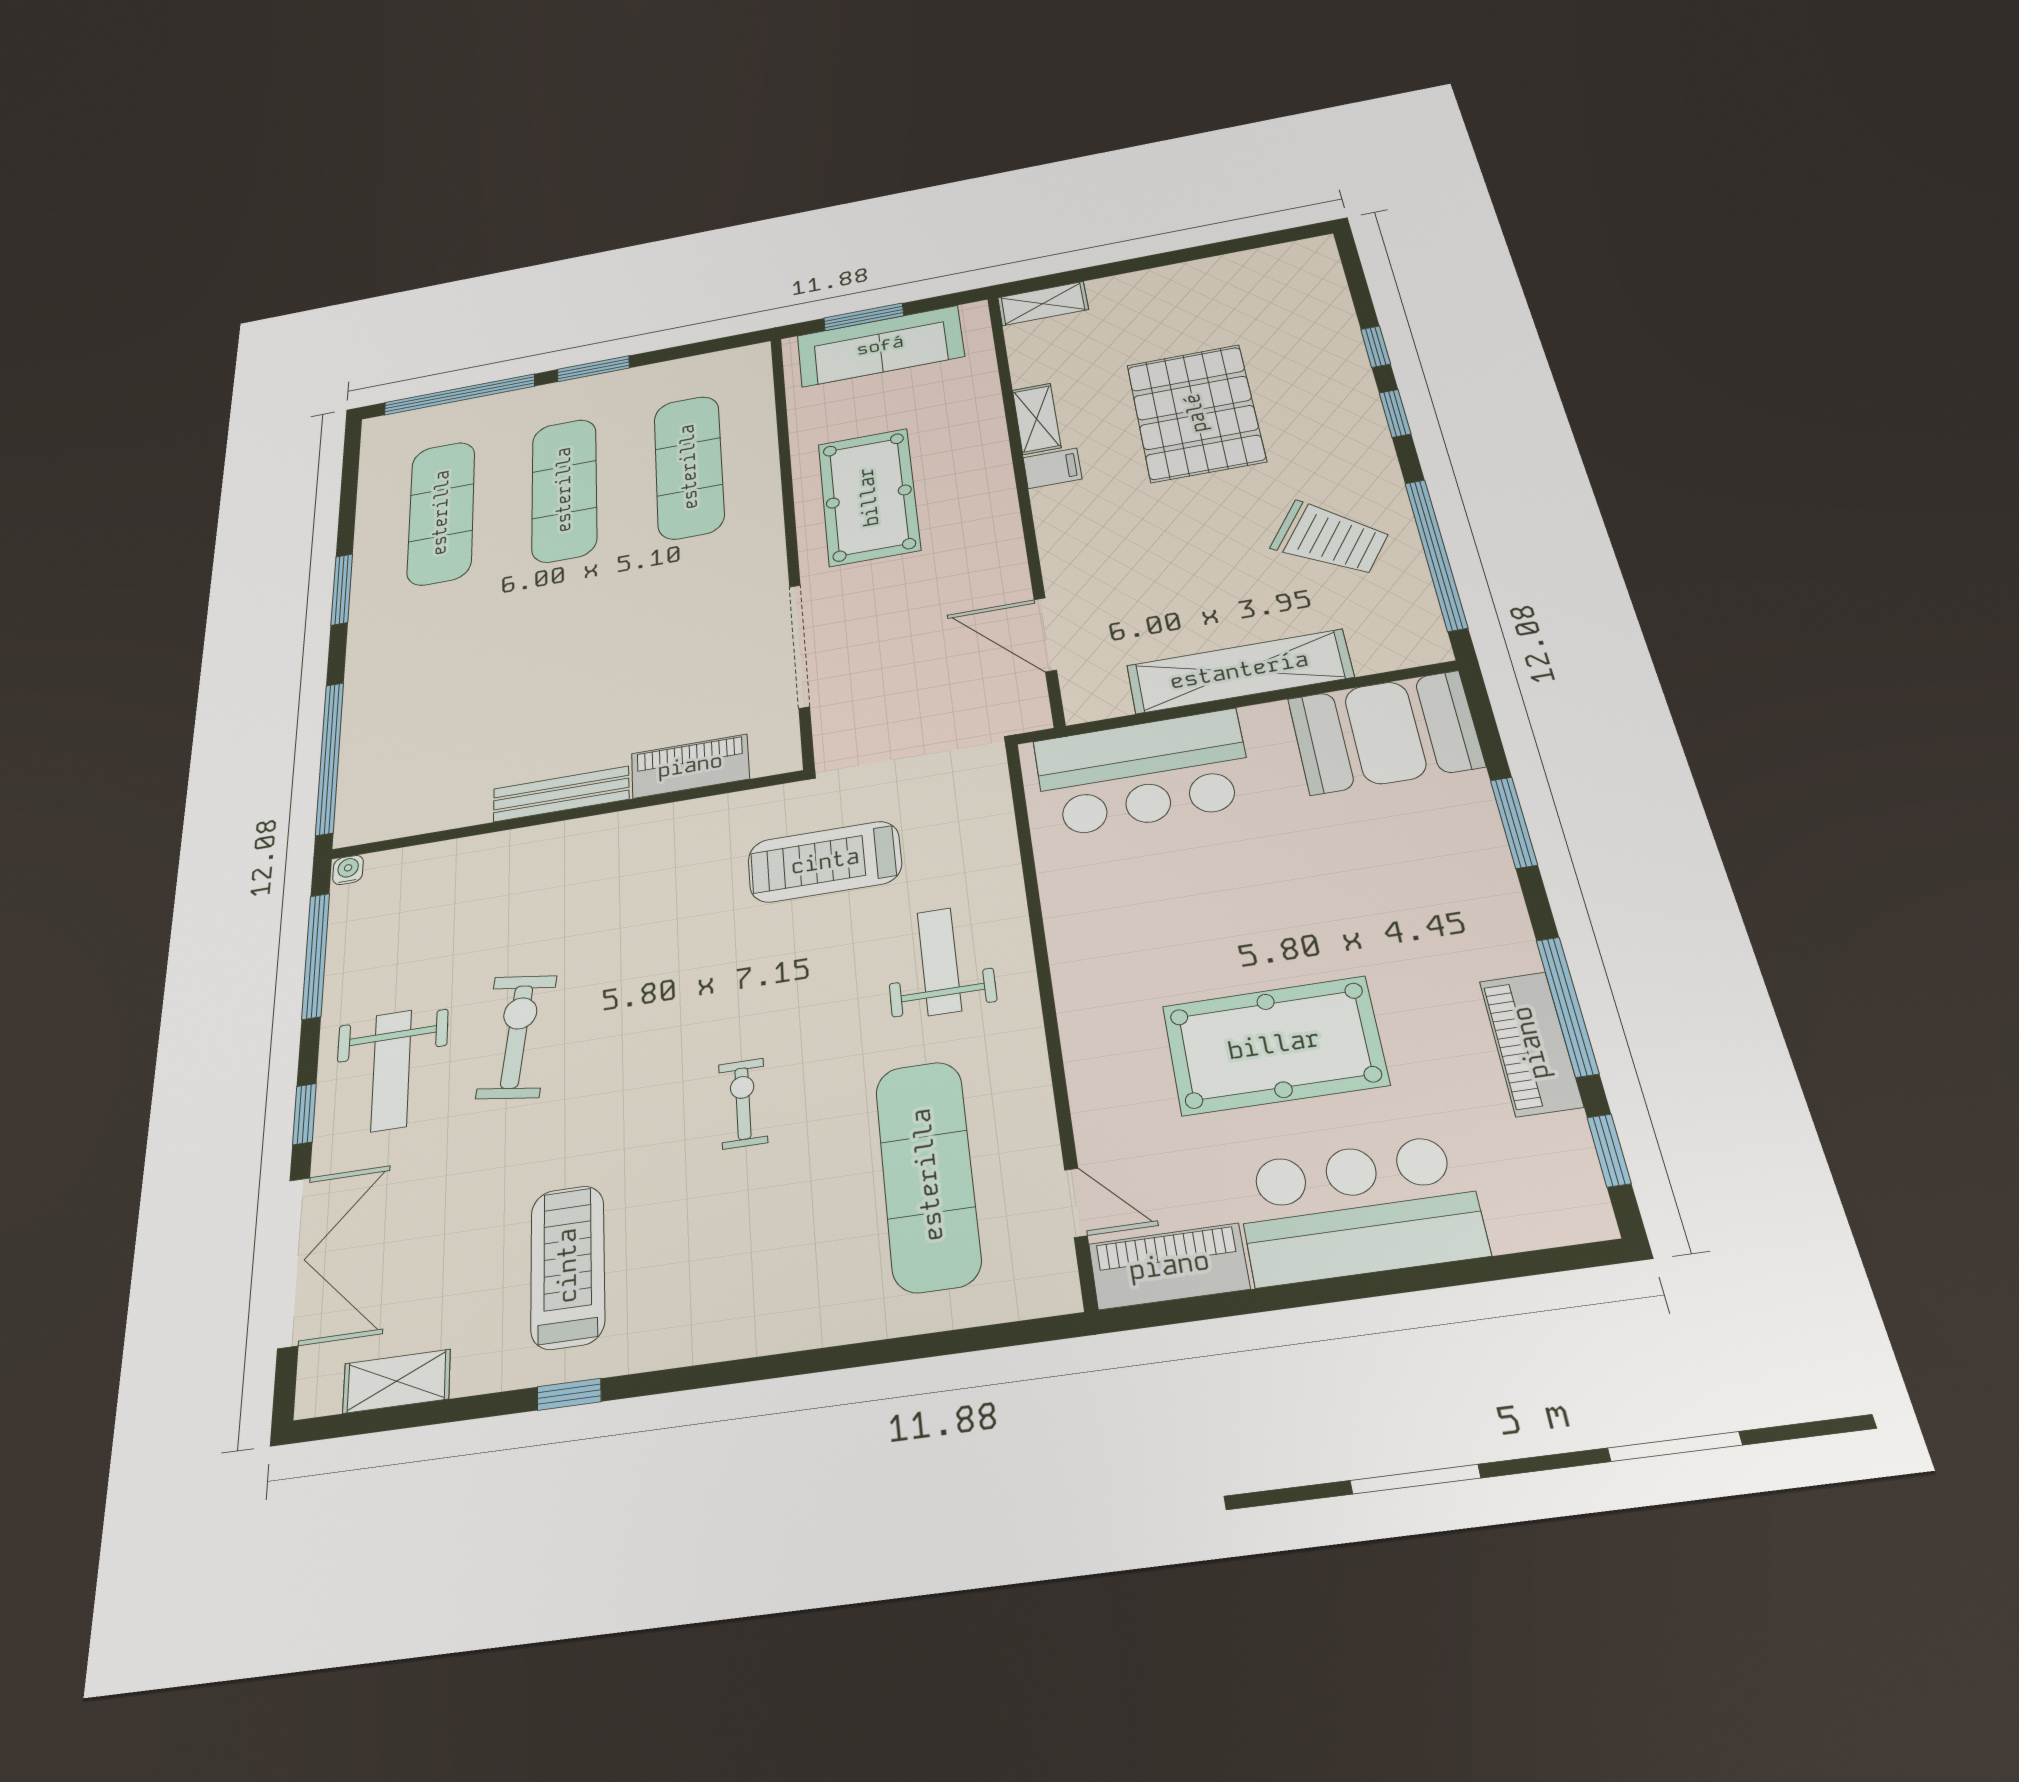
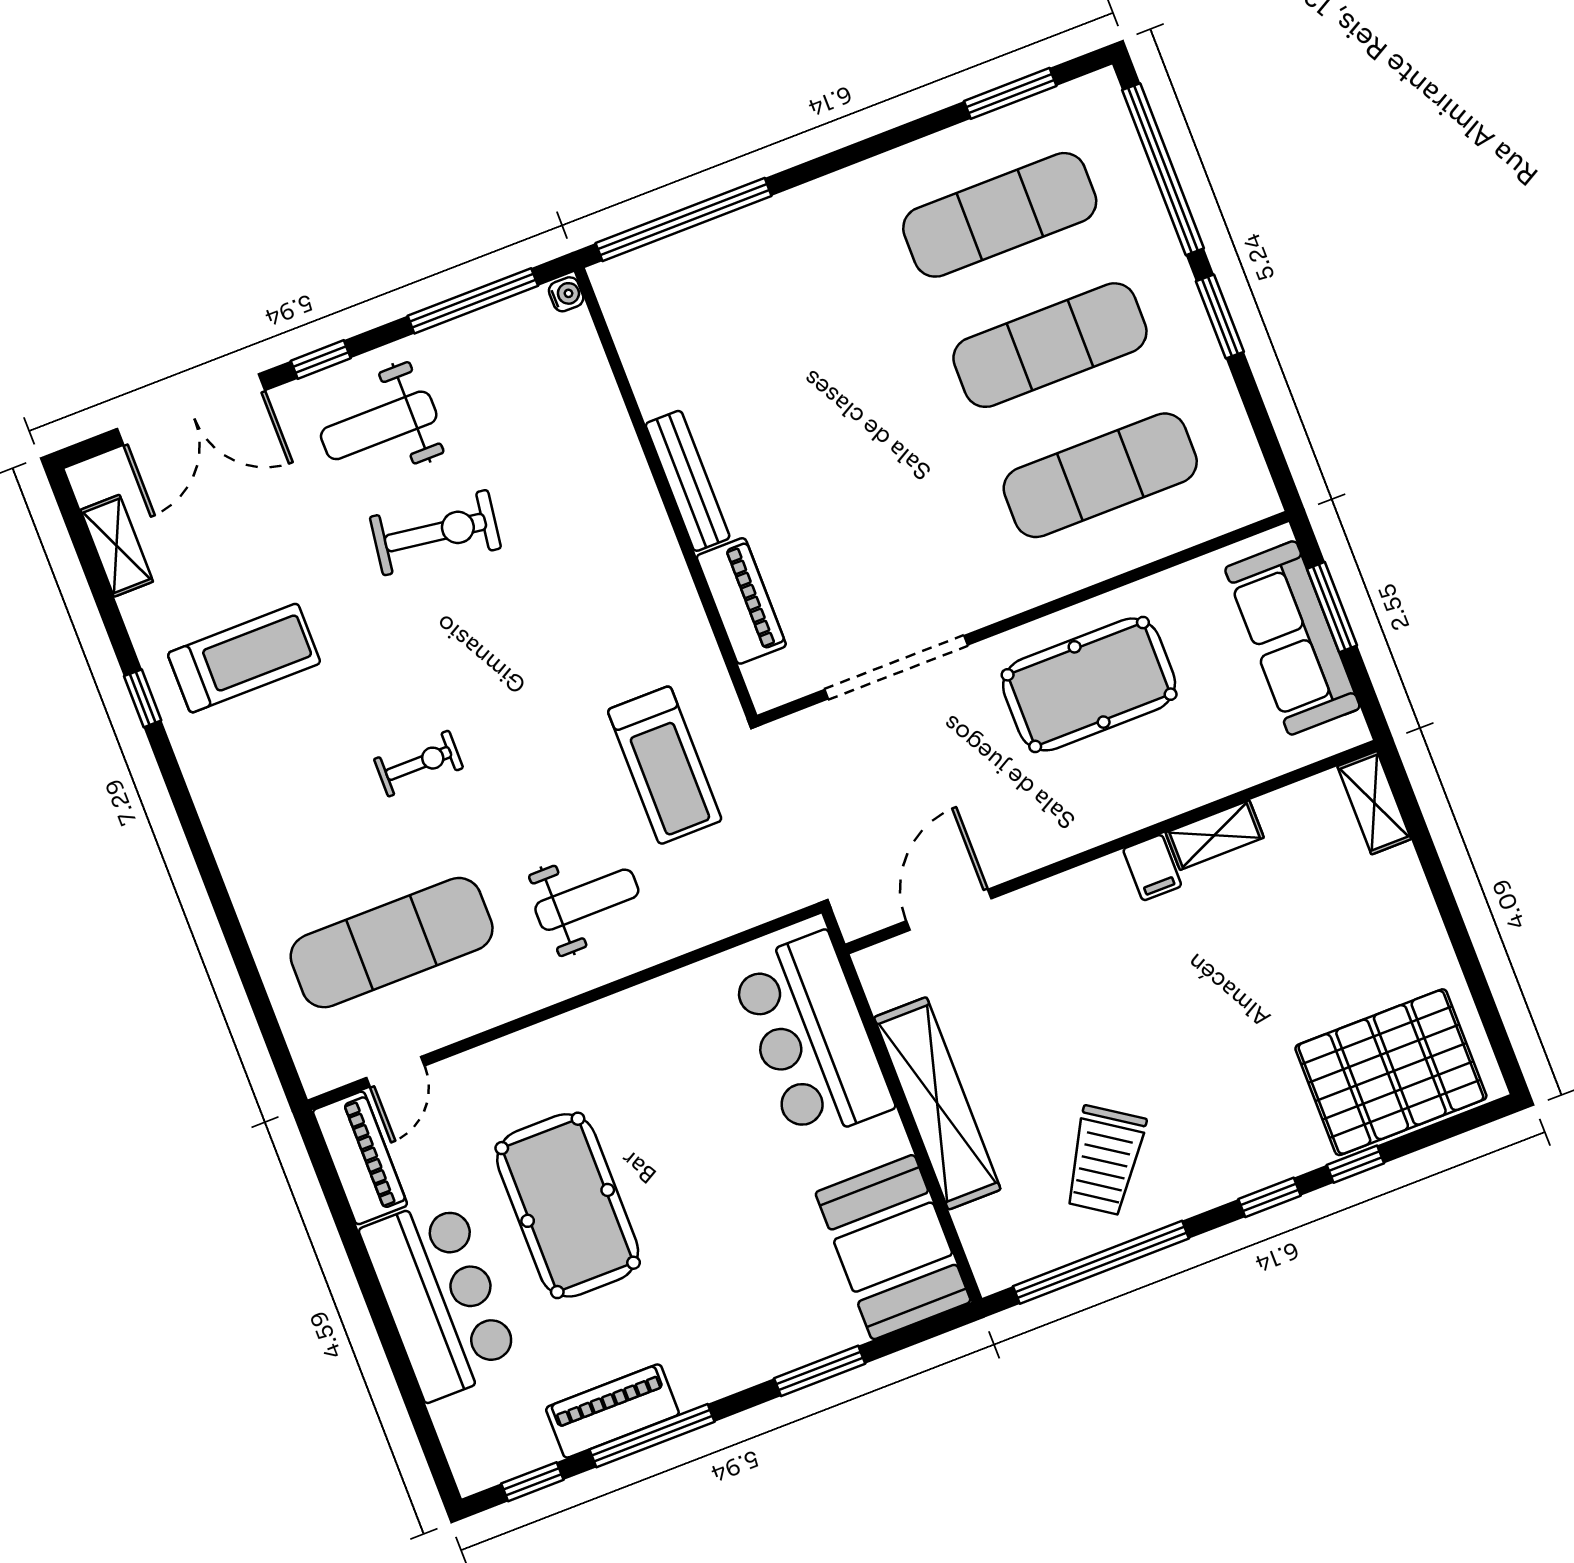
pallet: (1196, 413) -> (1391, 1072), moved
window: (342, 589) -> (1010, 93), moved
treadmill: (825, 862) -> (665, 765), turned 180

